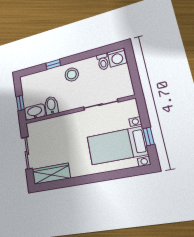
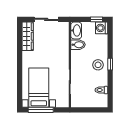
washing machine: (117, 58) -> (102, 28), moved
window: (53, 64) -> (110, 64), moved
window: (20, 103) -> (96, 19), moved
window: (149, 136) -> (41, 110), width x2.17

